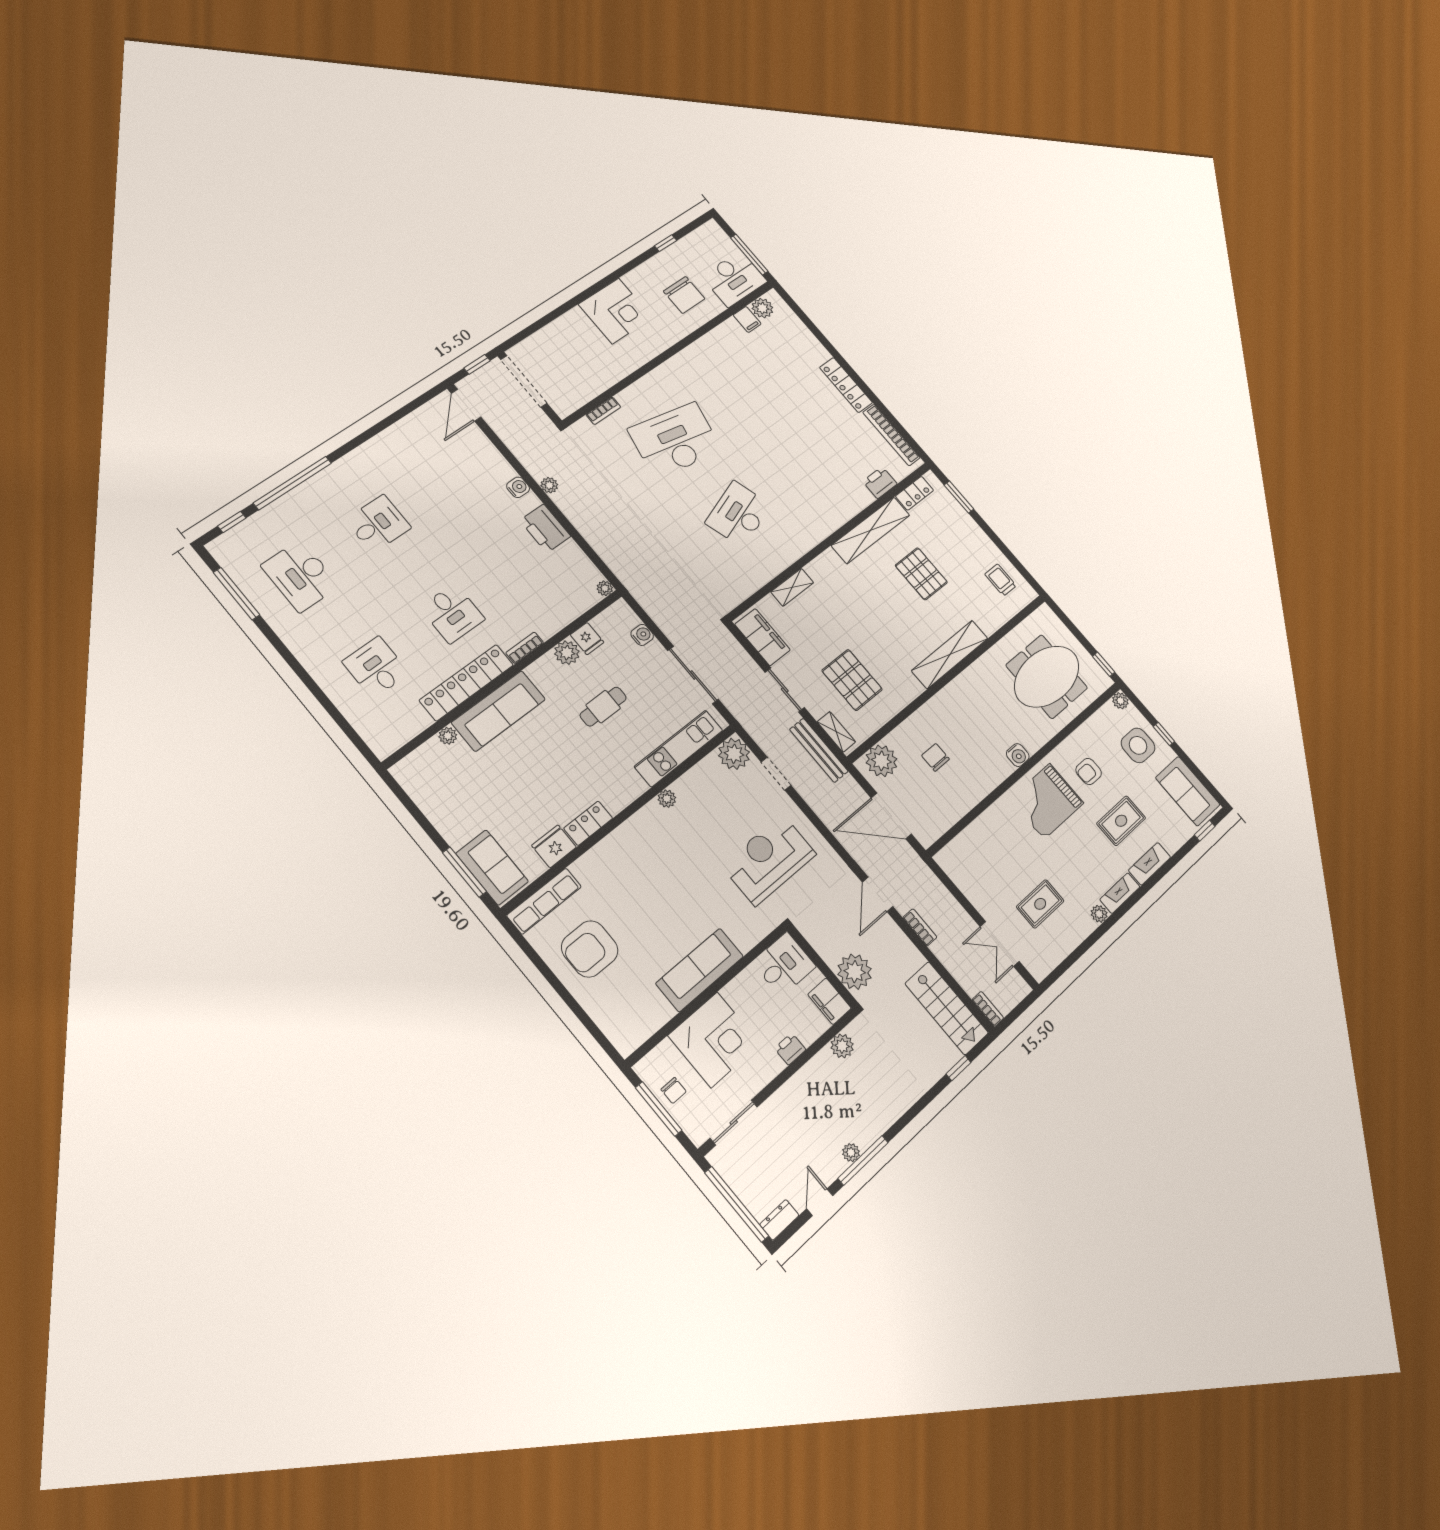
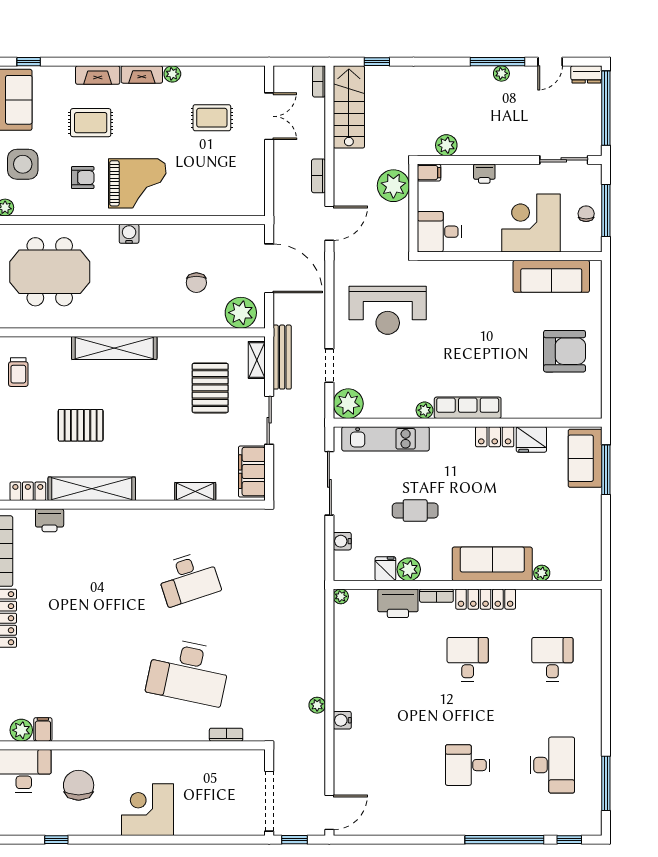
printer: (545, 528) -> (398, 603), moved, turned 90
pallet: (921, 574) -> (81, 425), turned 90
desk: (376, 667) -> (552, 659), turned 180
locker: (467, 683) -> (486, 599), width x0.71, depth x0.83
row of seats: (544, 901) -> (468, 408), moved
sofa: (700, 970) -> (551, 276), moved
filing cabinet: (829, 1001) -> (429, 173), width x0.50

